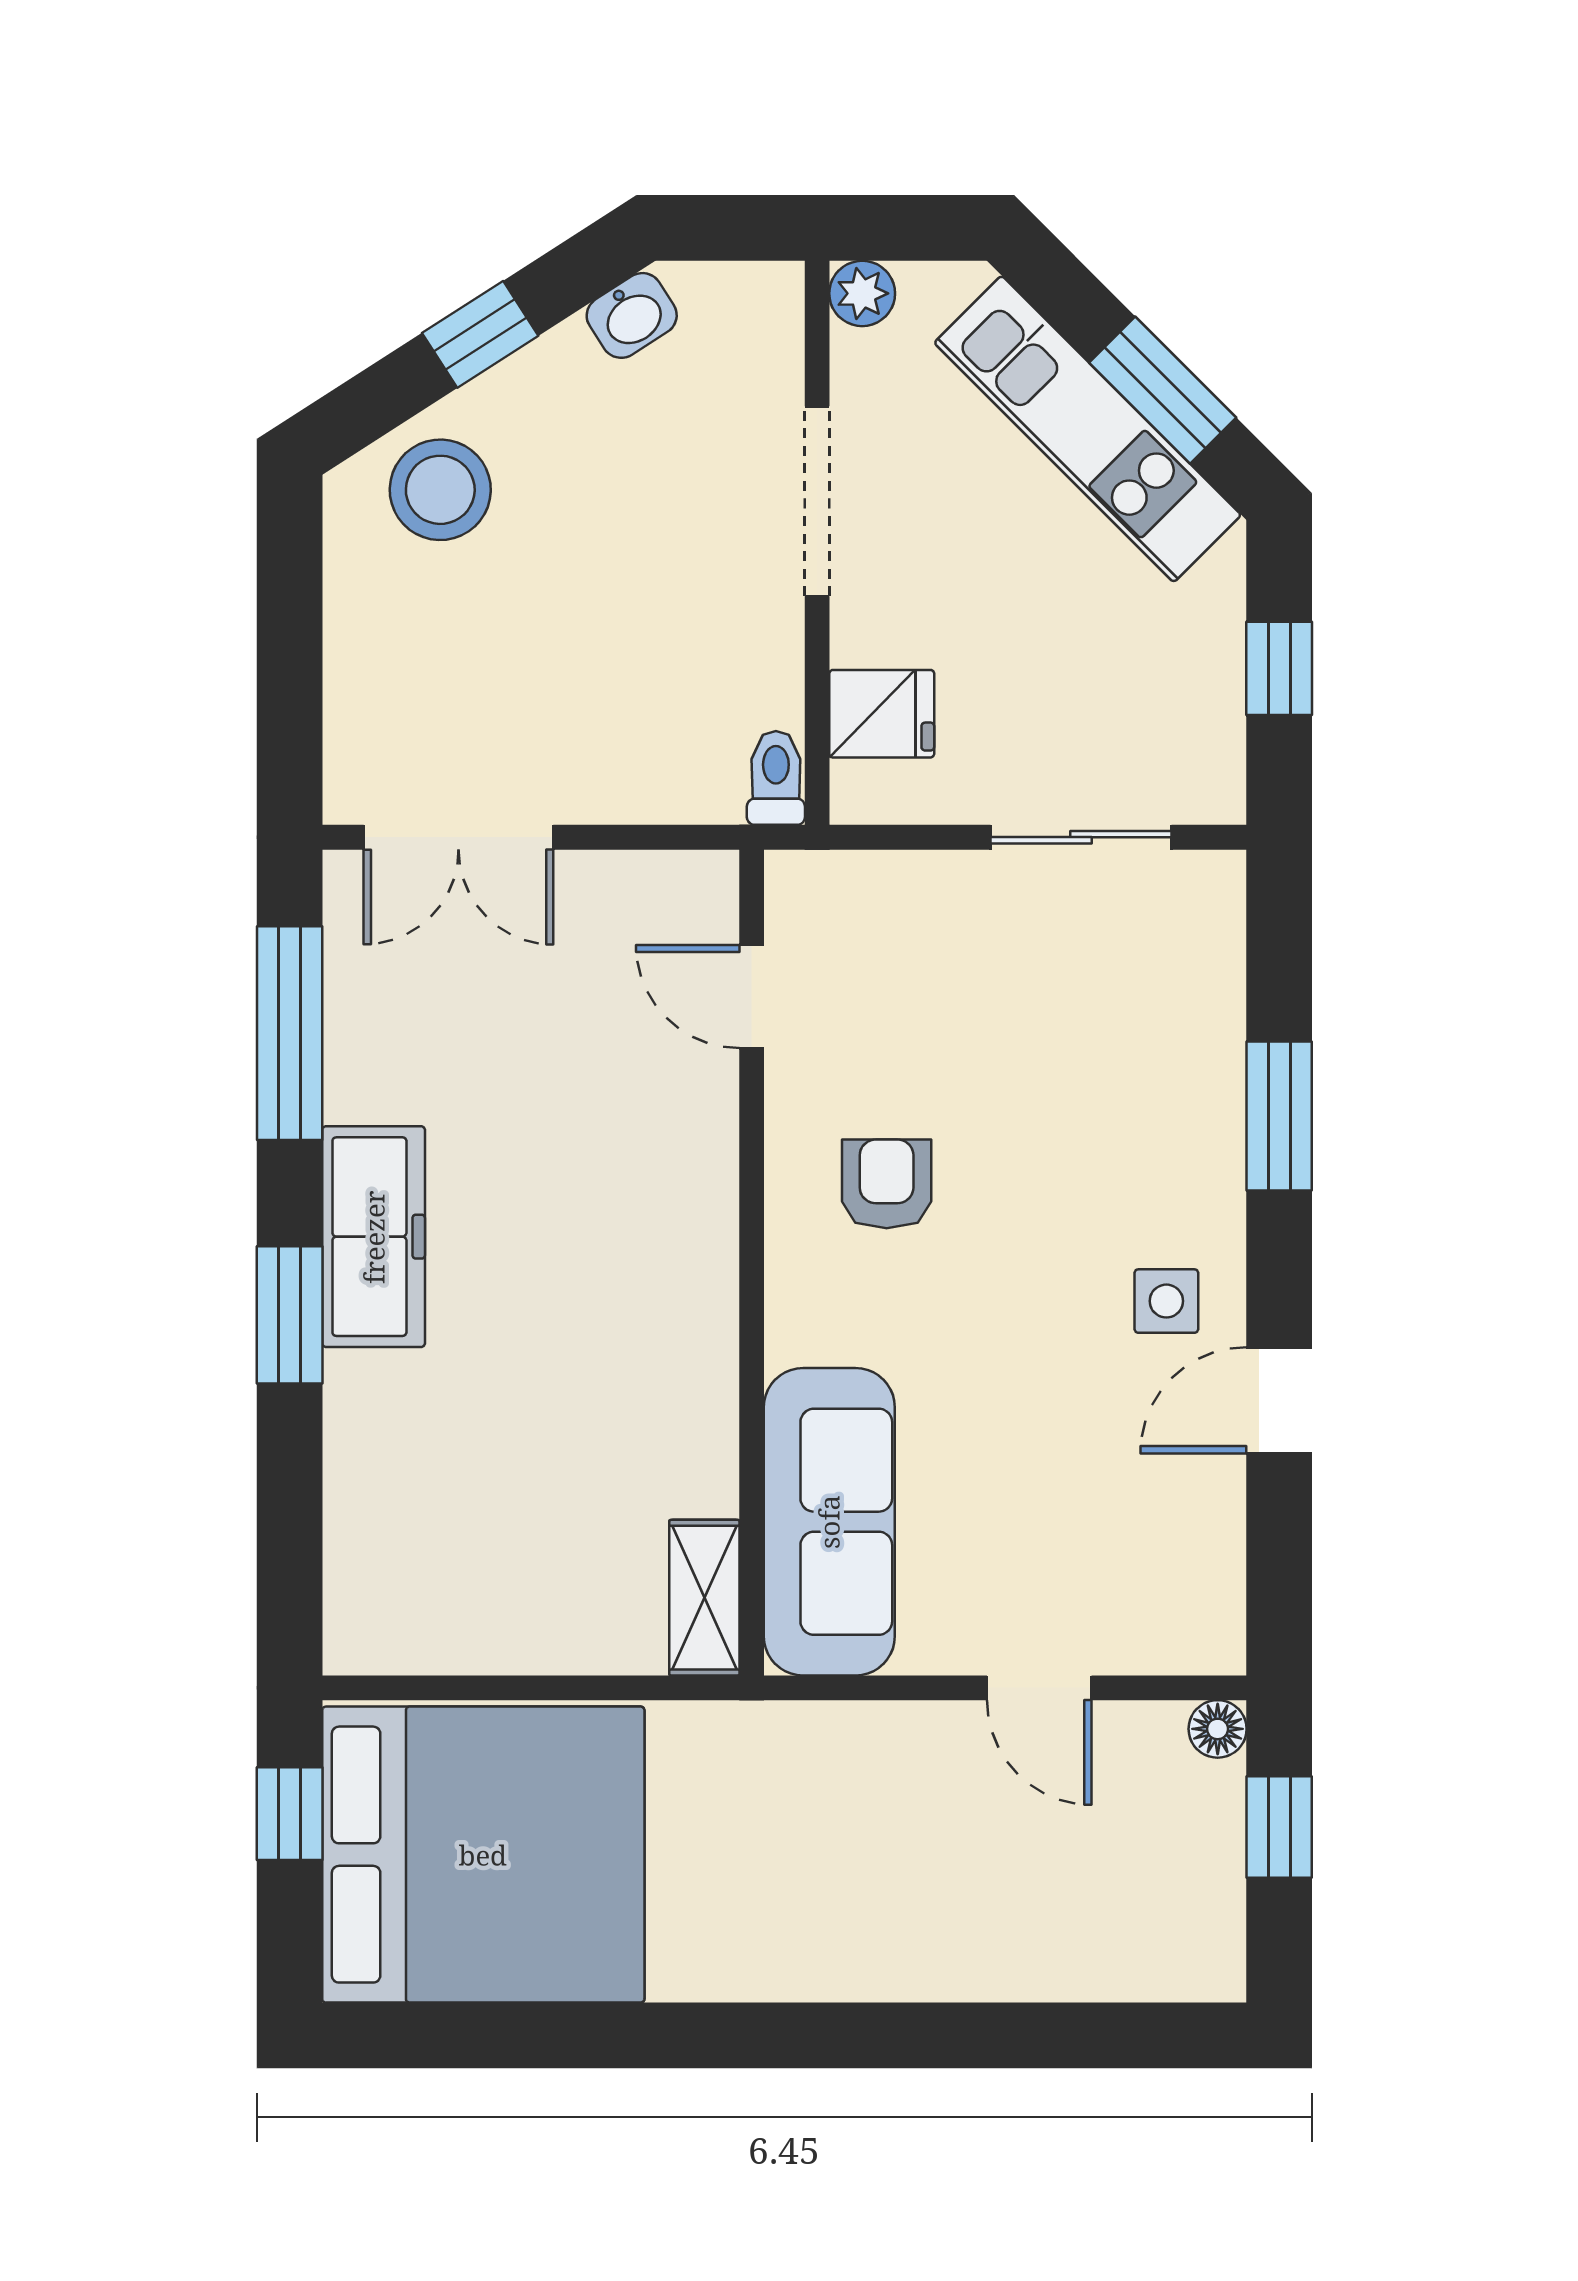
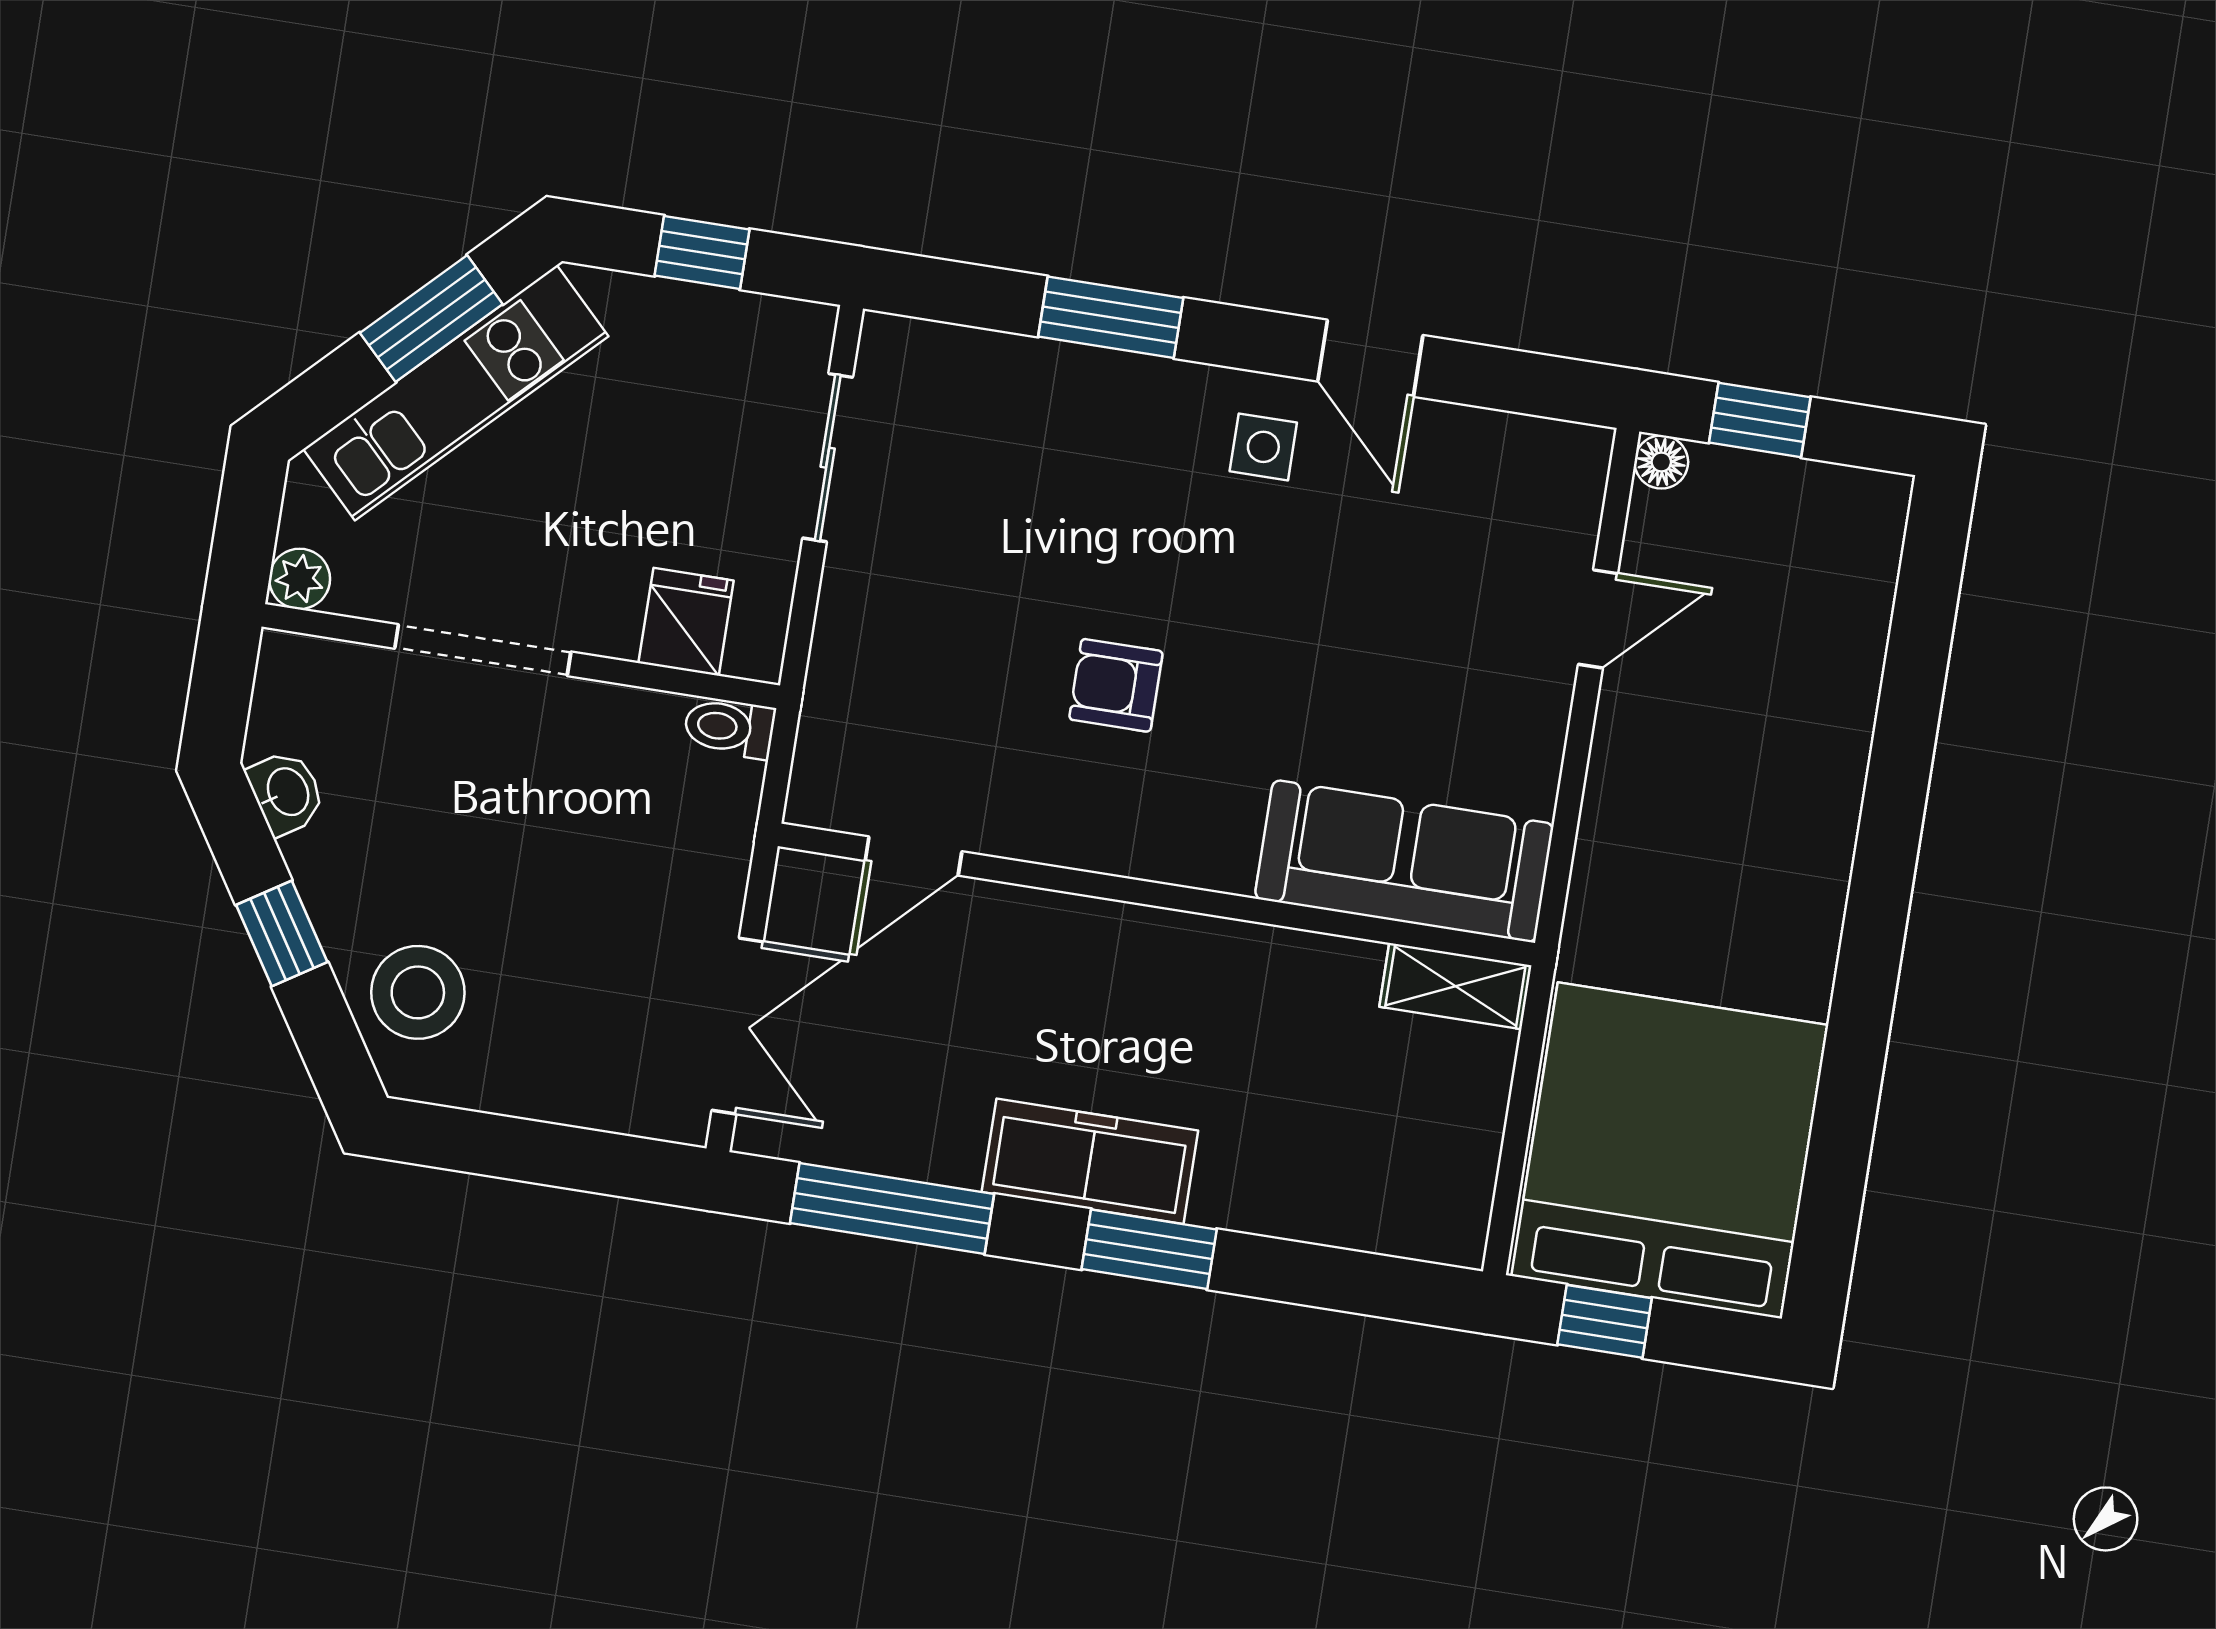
door: (752, 996) -> (914, 856), moved
wall: (752, 1263) -> (1156, 895), moved
sofa: (829, 1522) -> (1404, 861), moved
shelving: (704, 1598) -> (1455, 986), moved

